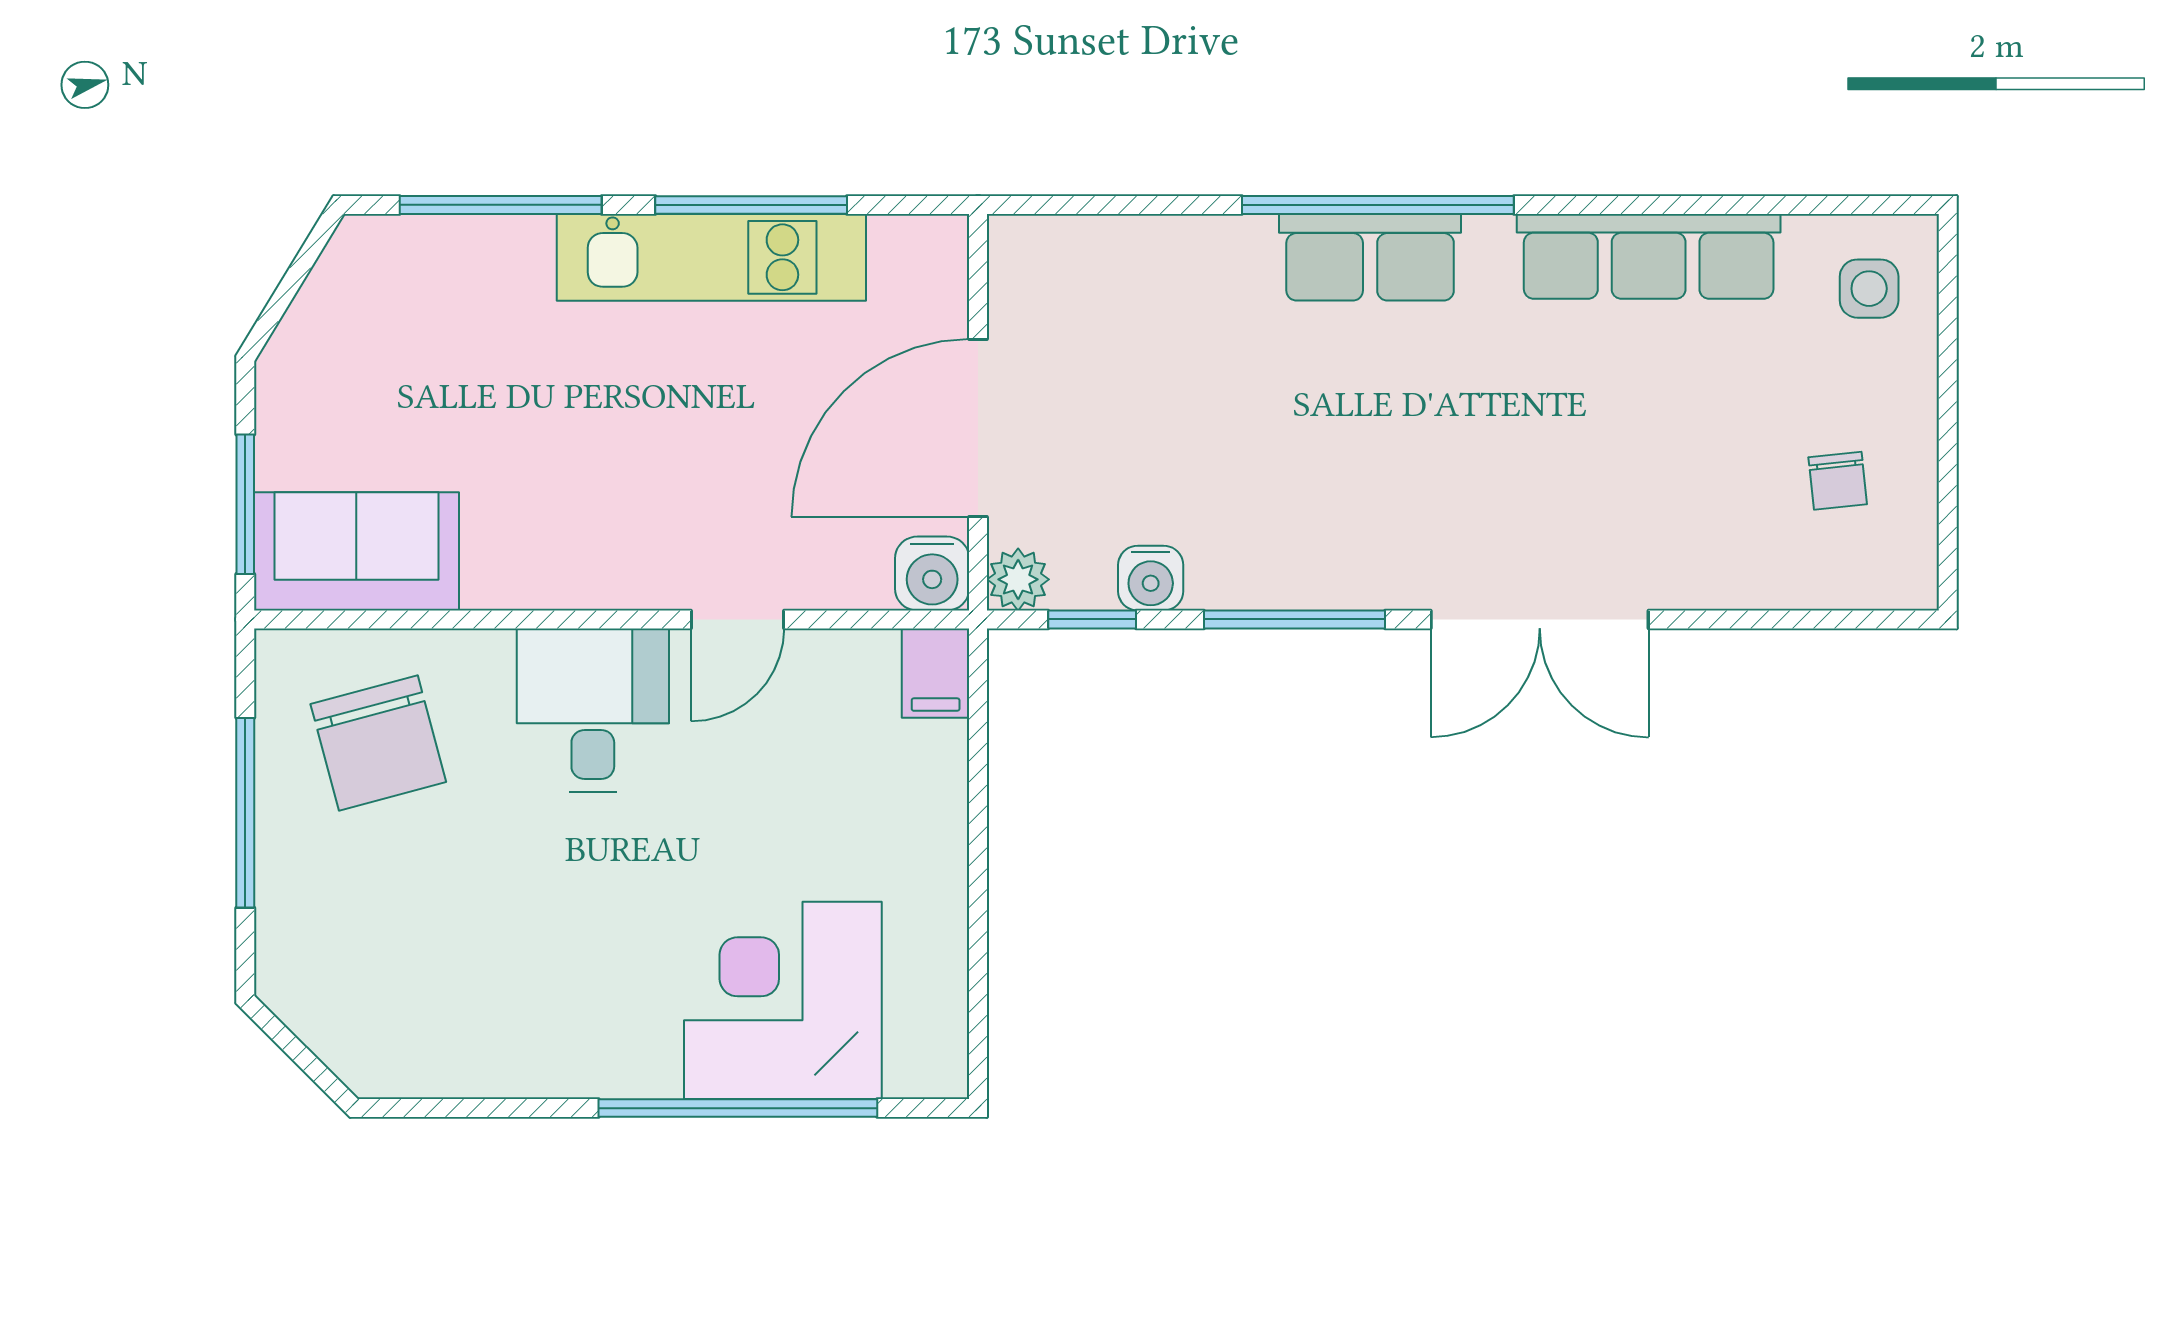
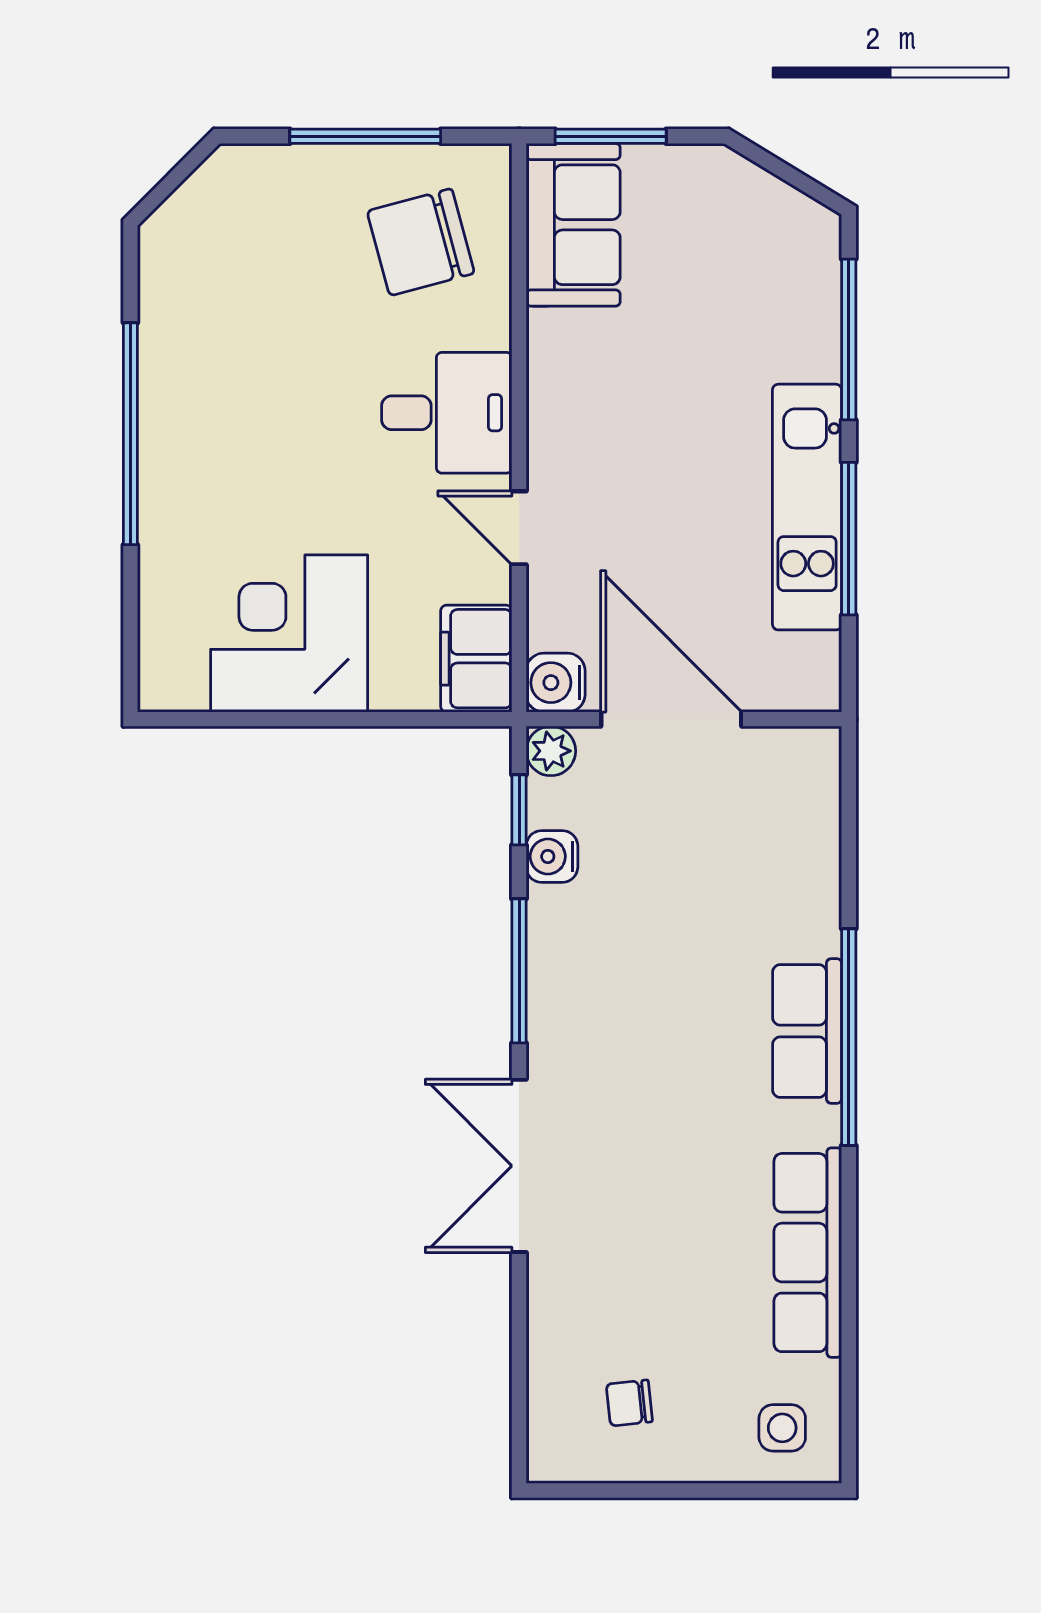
filing cabinet: (936, 673) -> (476, 659), width x2.00
corner desk: (783, 1000) -> (289, 634), moved, turned -90
window: (738, 1108) -> (130, 434), moved

